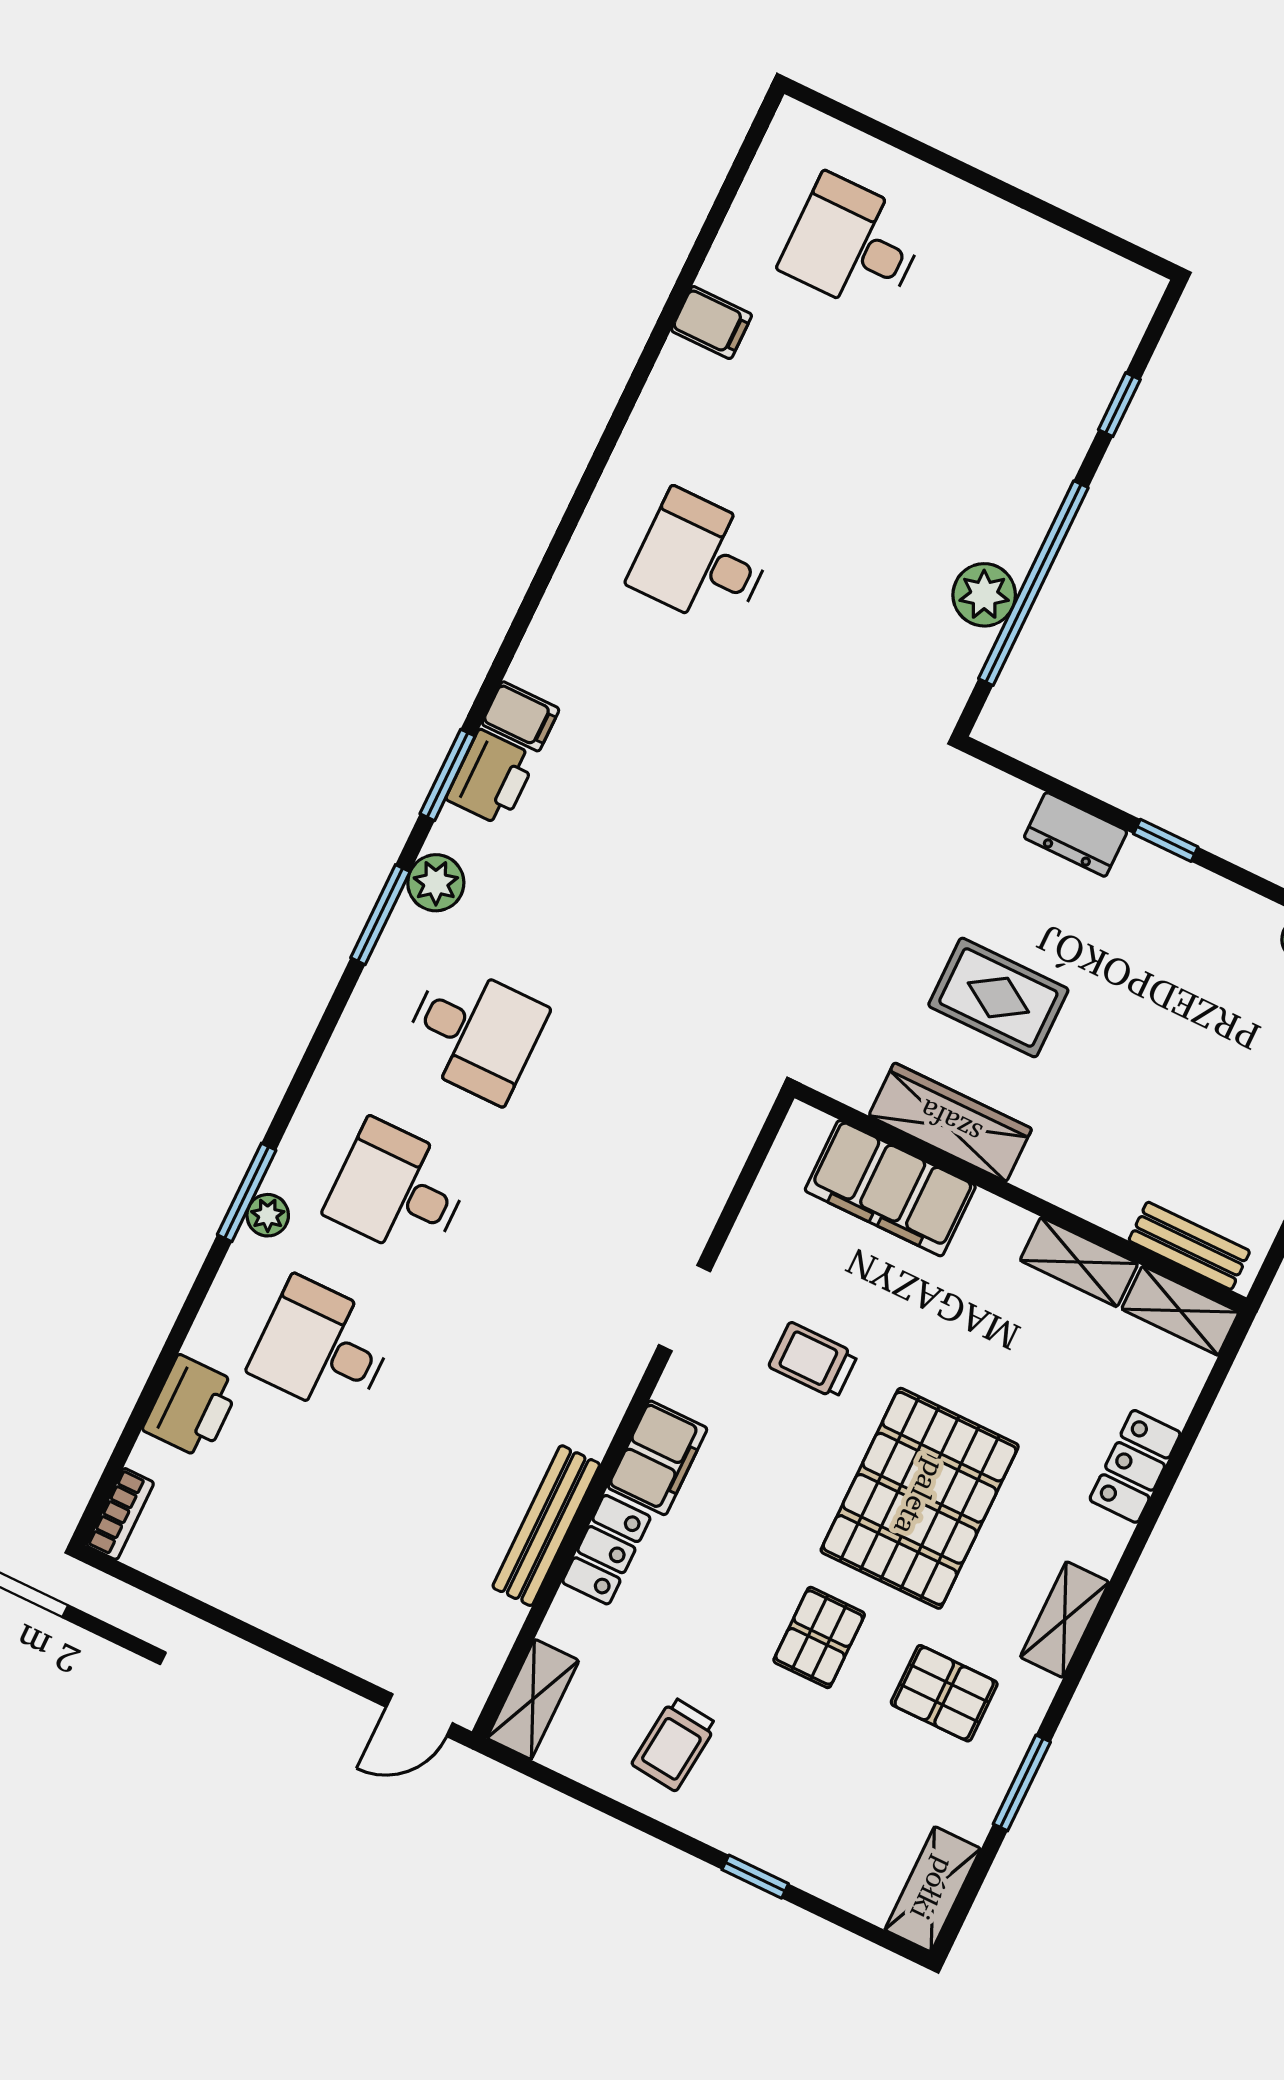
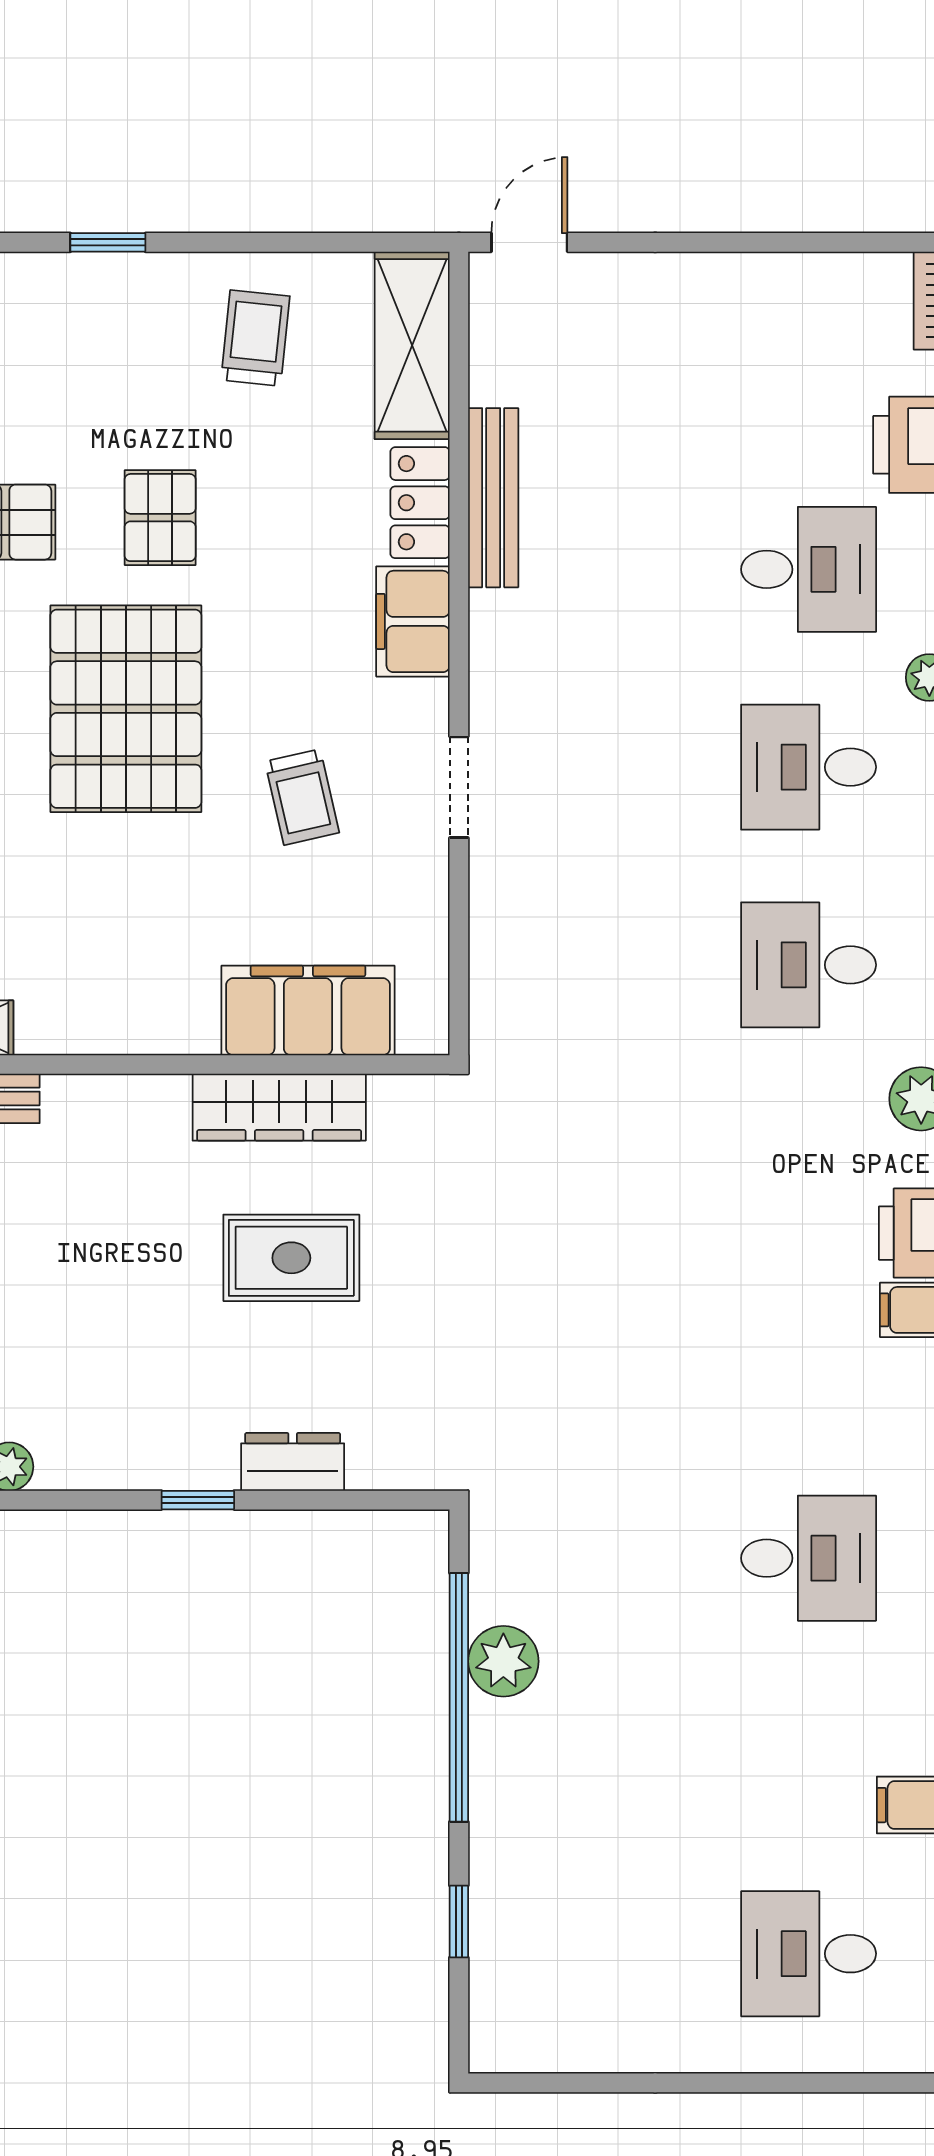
desk: (853, 245) -> (809, 1954), turned 180
desk: (398, 1190) -> (809, 767), turned 180
shelving: (1079, 1262) -> (79, 1028), removed
trolley: (813, 1360) -> (302, 797), turned 77
shelving: (533, 1699) -> (412, 345), width x1.50, depth x1.33

